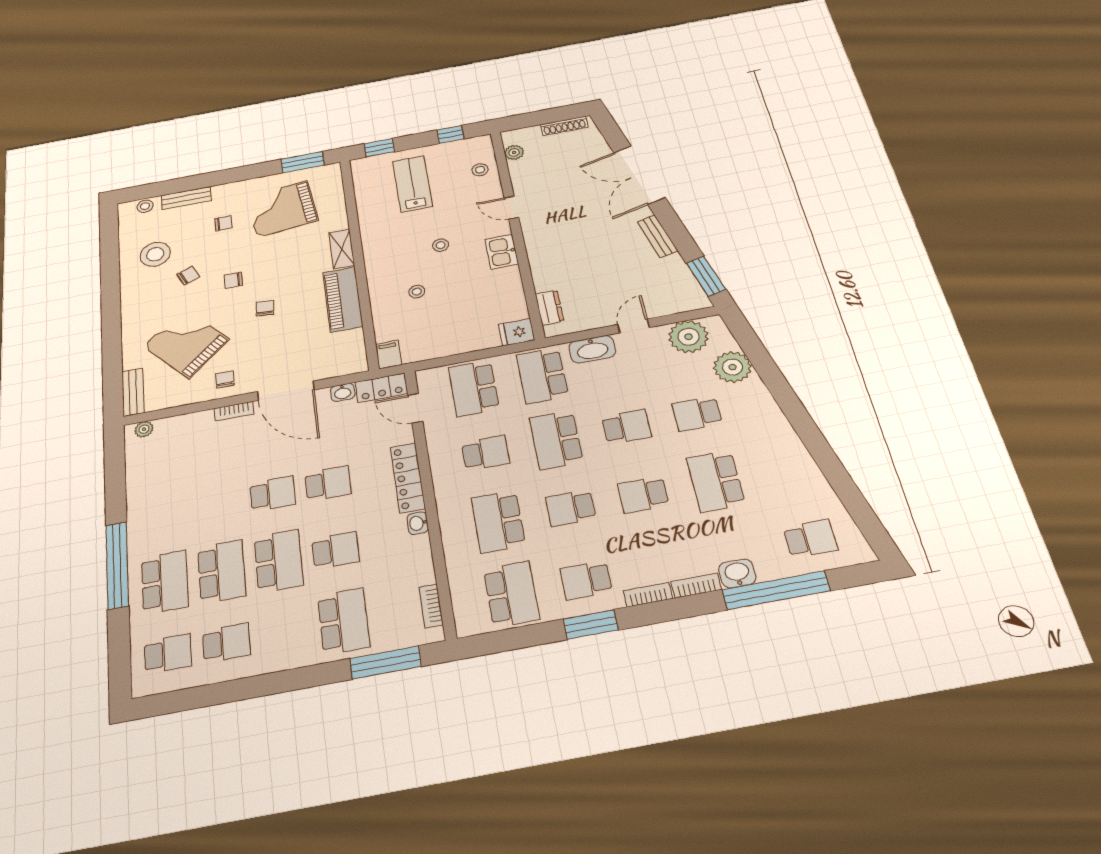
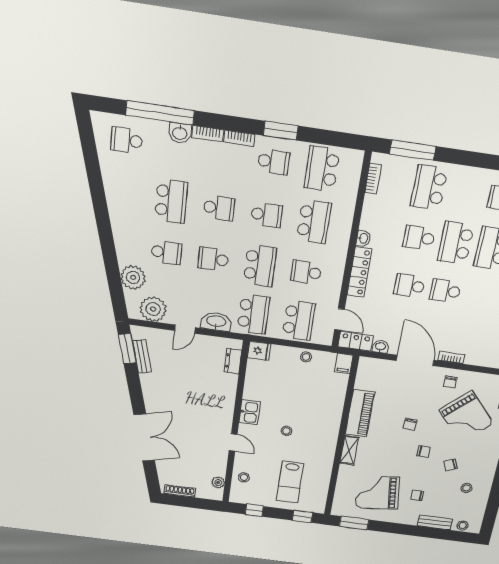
grand piano: (282, 209) -> (377, 493), turned 180
bench: (657, 236) -> (142, 356), moved
stool: (155, 254) -> (466, 488), width x0.53, depth x0.53
stool: (417, 292) -> (306, 357), moved

